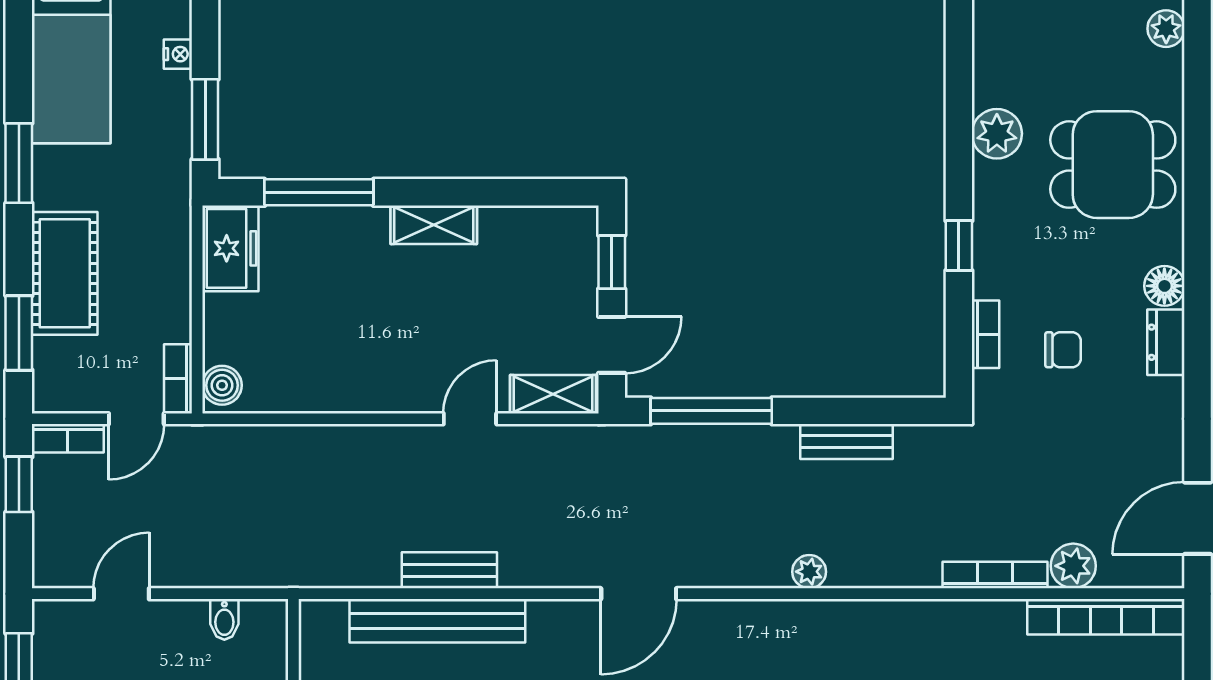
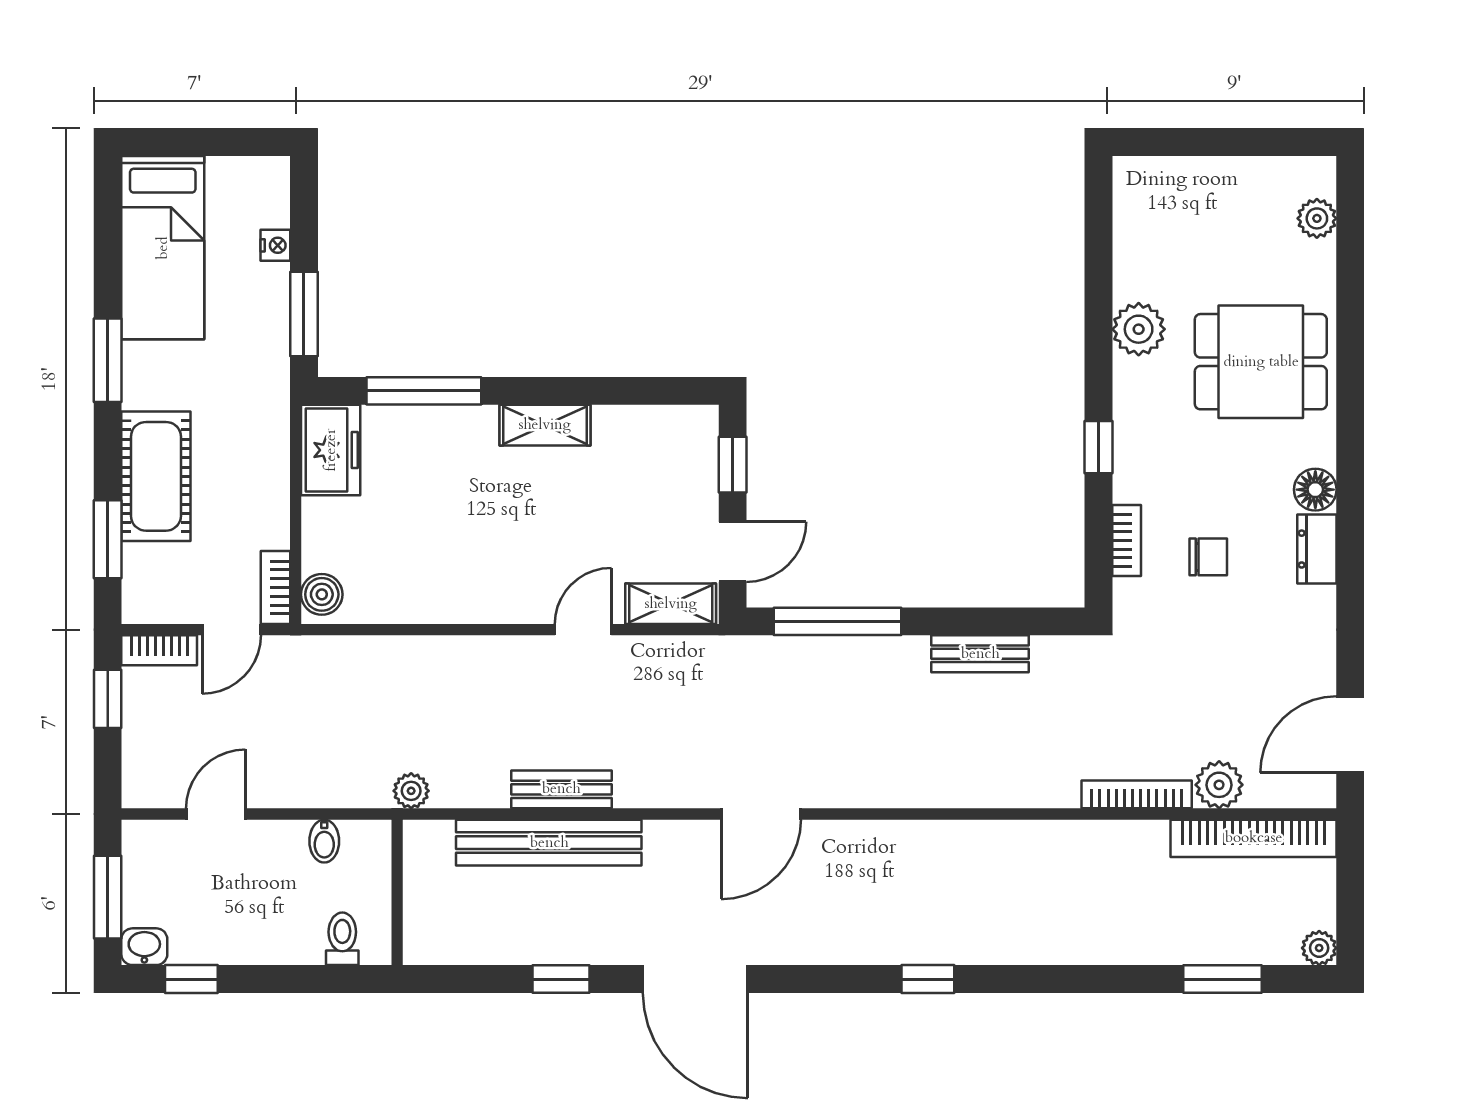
plant: (809, 572) -> (411, 791), moved

